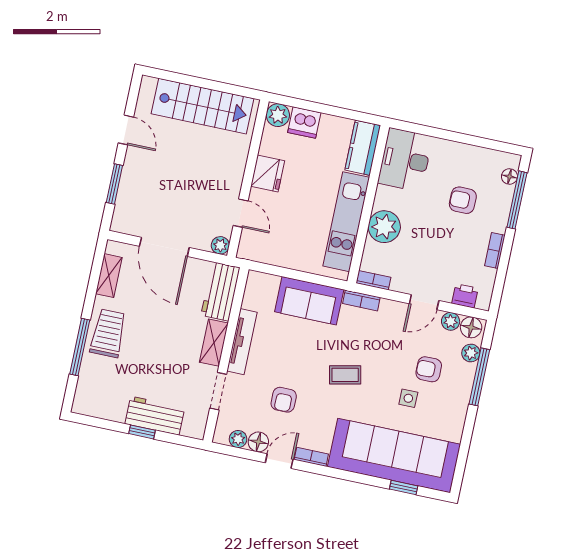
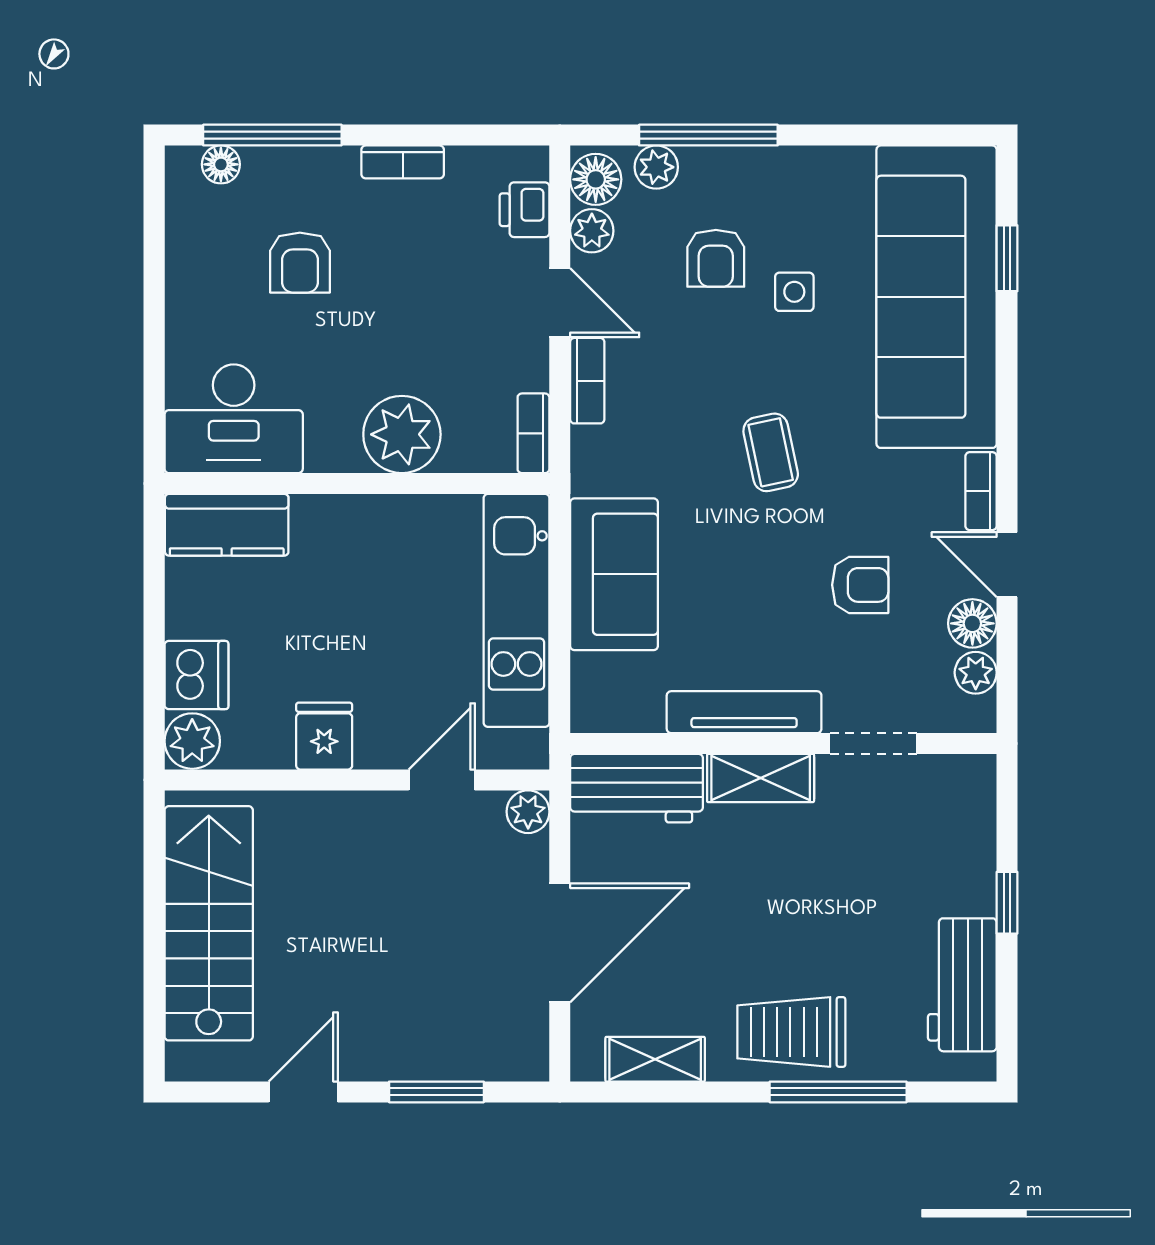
fridge: (268, 173) -> (324, 736), width x0.72
kitchen unit: (346, 222) -> (517, 610), moved, turned 90
bookcase: (361, 300) -> (587, 381), moved
workbench: (155, 416) -> (962, 985), moved

